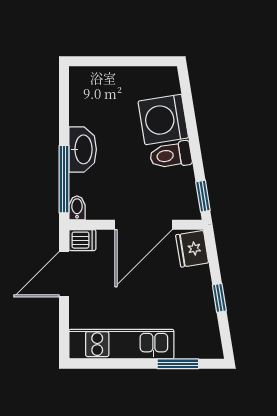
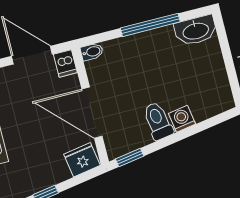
washing machine: (163, 119) -> (182, 119), width x0.53, depth x0.53
washbasin: (83, 149) -> (196, 31), moved
window: (64, 179) -> (150, 25), moved

